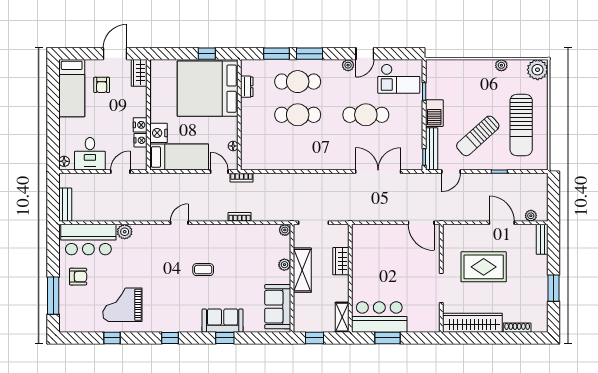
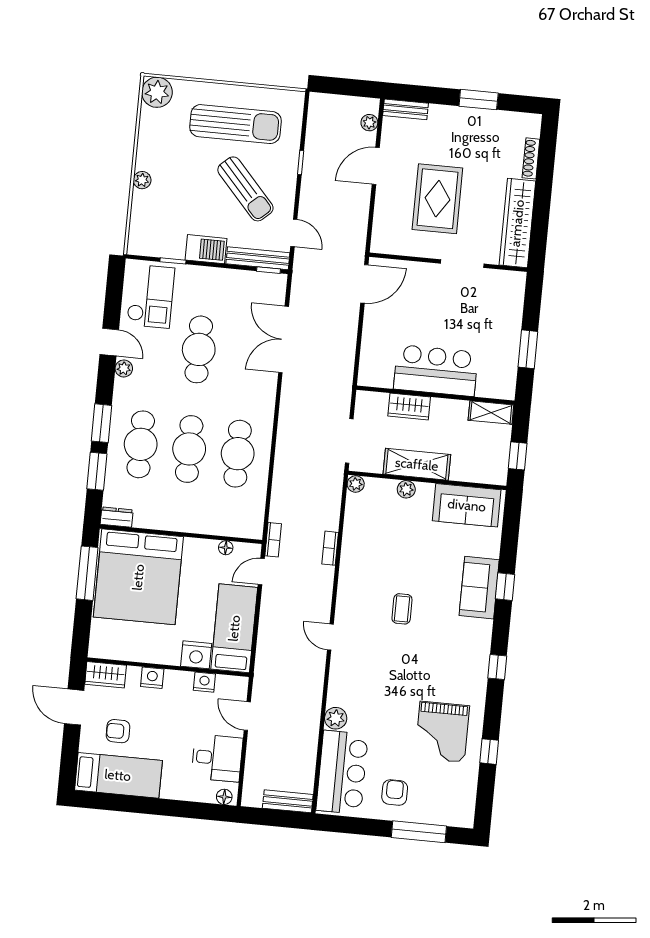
window: (207, 54) -> (87, 573), width x2.17
plant: (501, 65) -> (142, 180), moved
armchair: (102, 85) -> (118, 731), turned 180
dresser: (247, 87) -> (117, 517), moved
nightstand: (140, 125) -> (152, 678), moved
cafe table: (298, 148) -> (238, 454), added
bar counter: (379, 317) -> (436, 371), moved, turned 90

